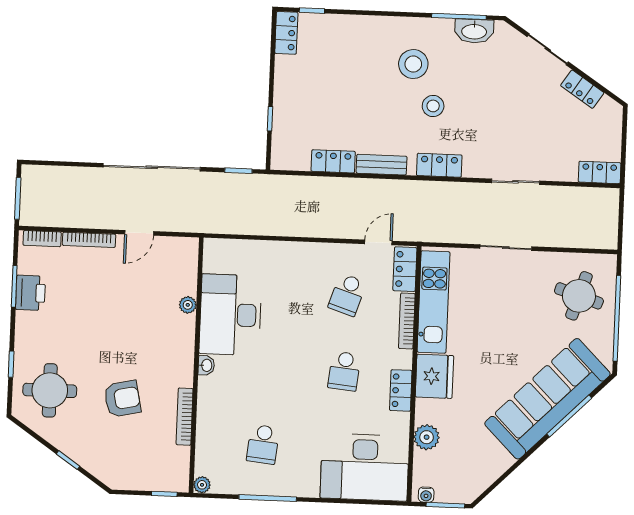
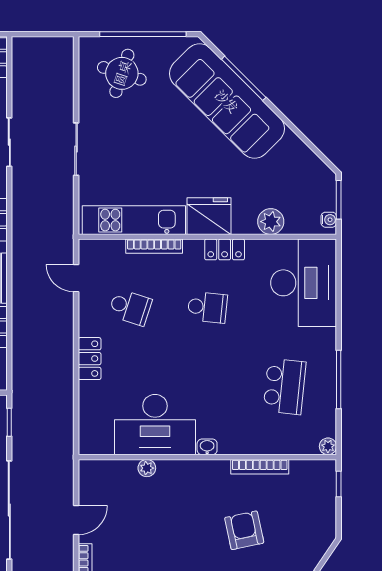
door: (139, 233) -> (76, 520), hinge flipped
locker: (405, 269) -> (90, 359), moved, turned -90
school desk: (263, 444) -> (285, 386), width x1.85

